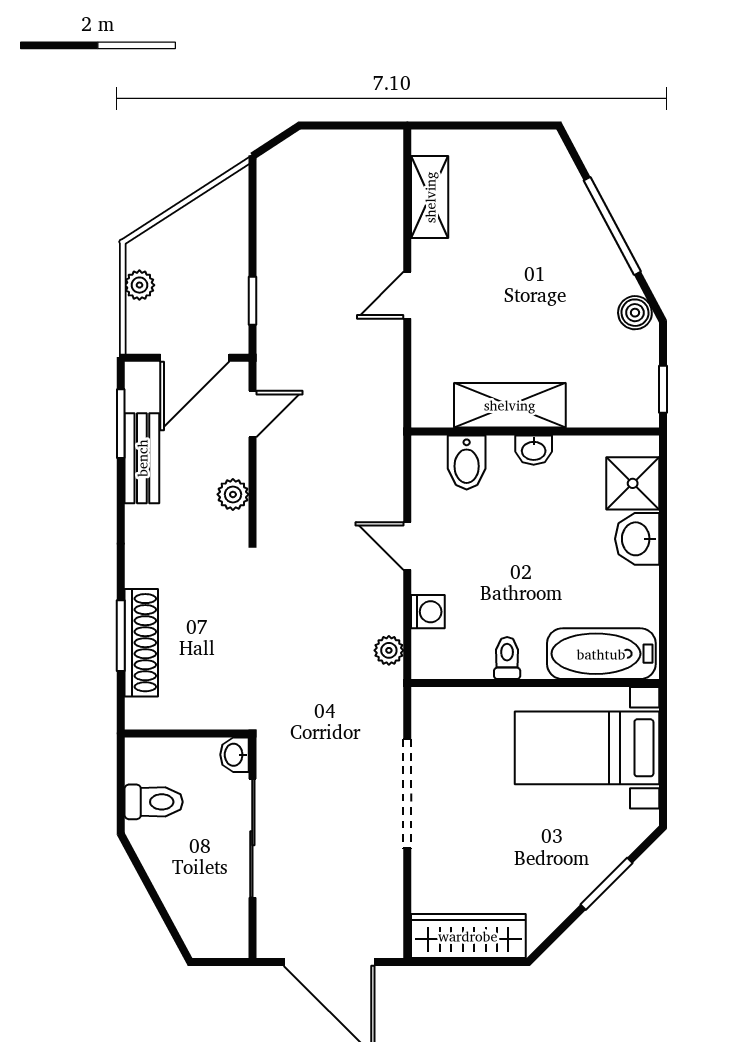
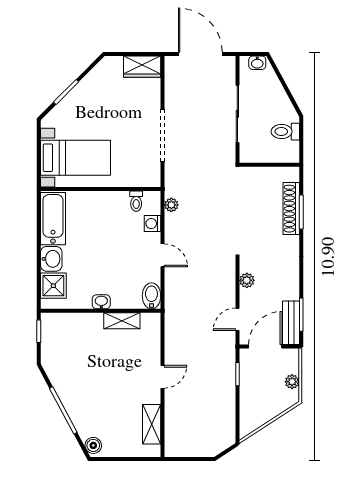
boiler: (635, 313) -> (93, 445), moved
shelving: (510, 405) -> (122, 321), width x0.67, depth x0.75
bench: (142, 458) -> (291, 323), moved
bidet: (467, 462) -> (151, 296), moved
bathtub: (601, 654) -> (53, 219), moved, turned -90
toilet: (507, 658) -> (136, 201), moved
washbasin: (234, 755) -> (257, 63), moved, turned 90
wardrobe: (468, 936) -> (142, 67), width x0.67

